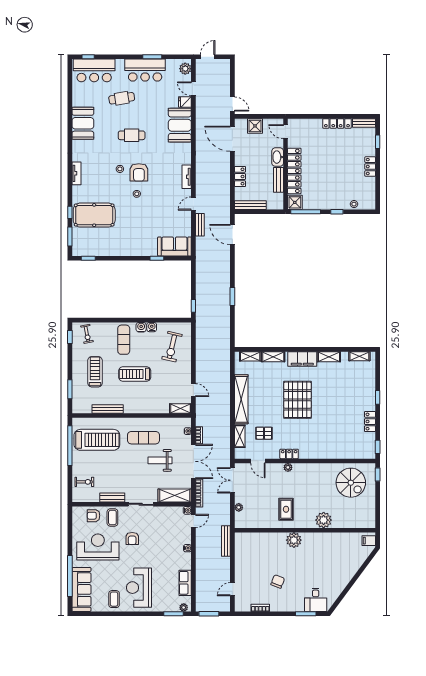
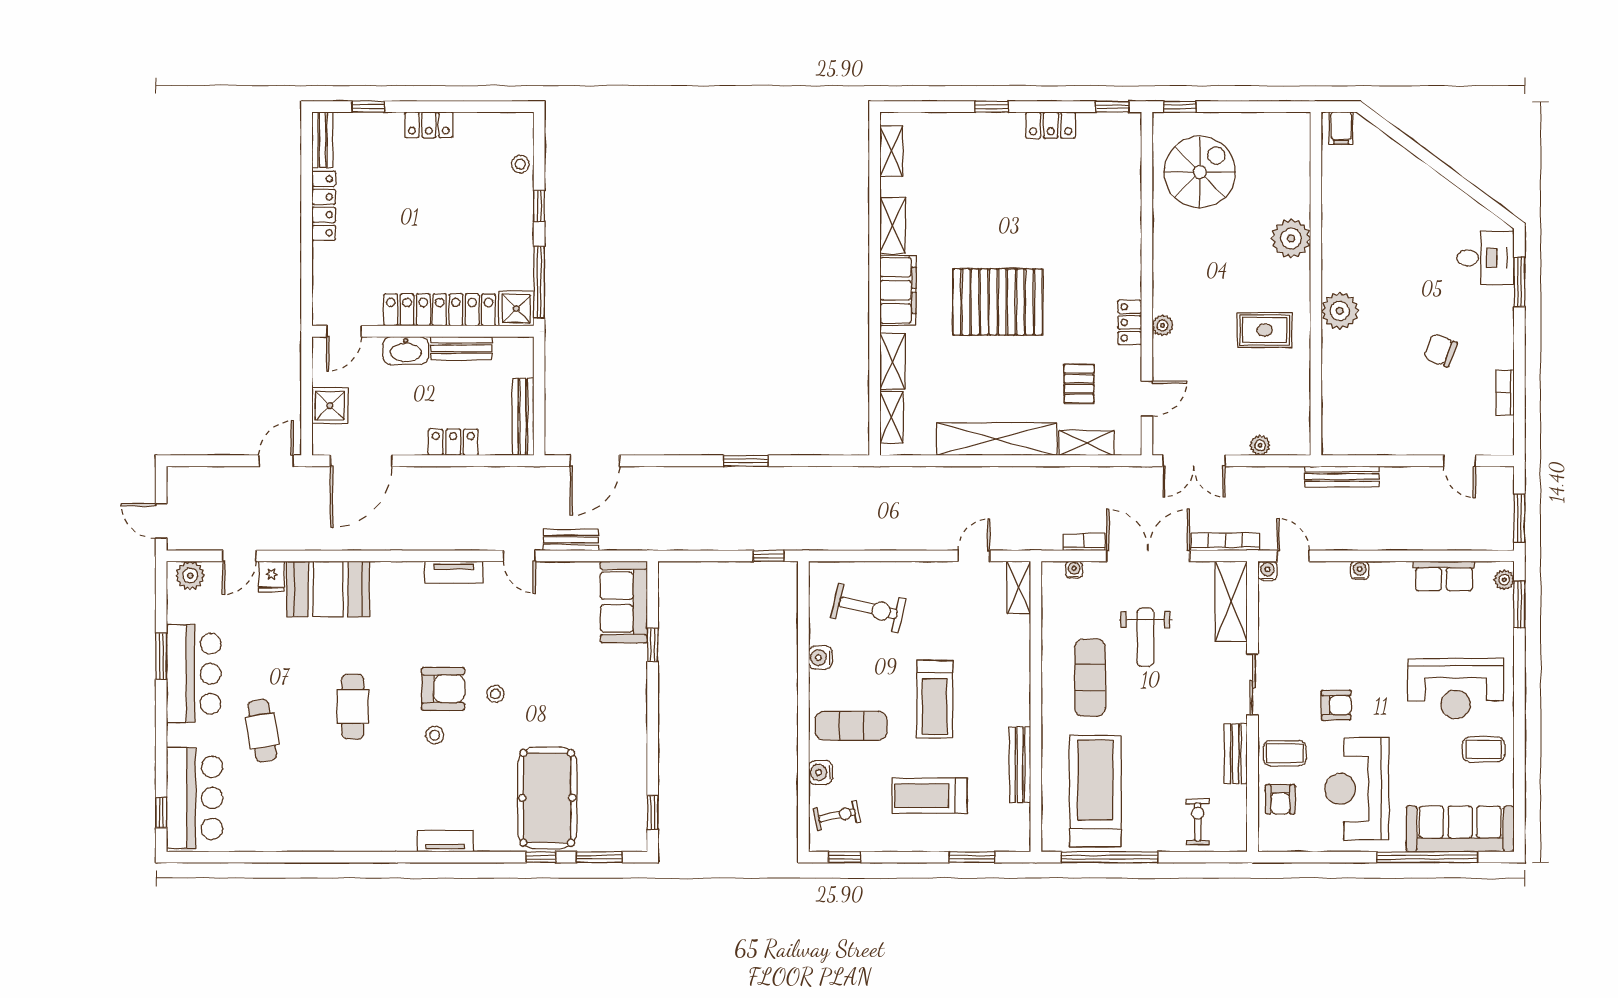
booth: (83, 123) -> (323, 825), removed
water cooler: (141, 327) -> (821, 772), moved

